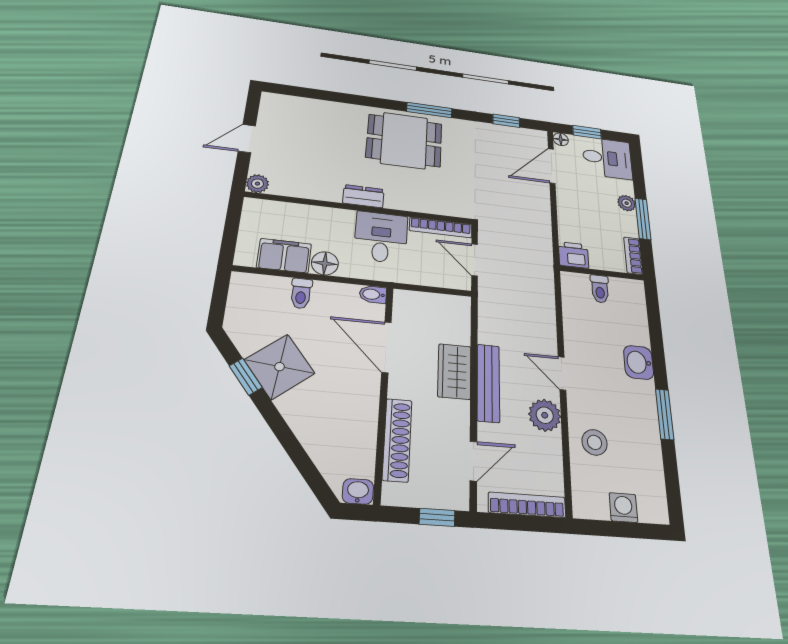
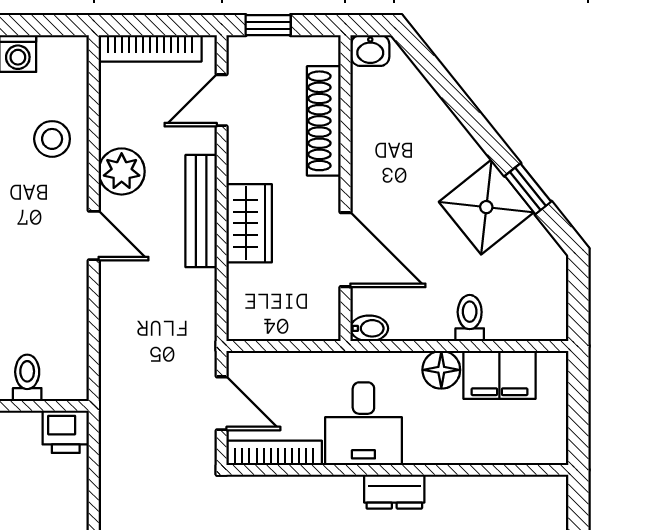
plant: (257, 184) -> (552, 491), removed

